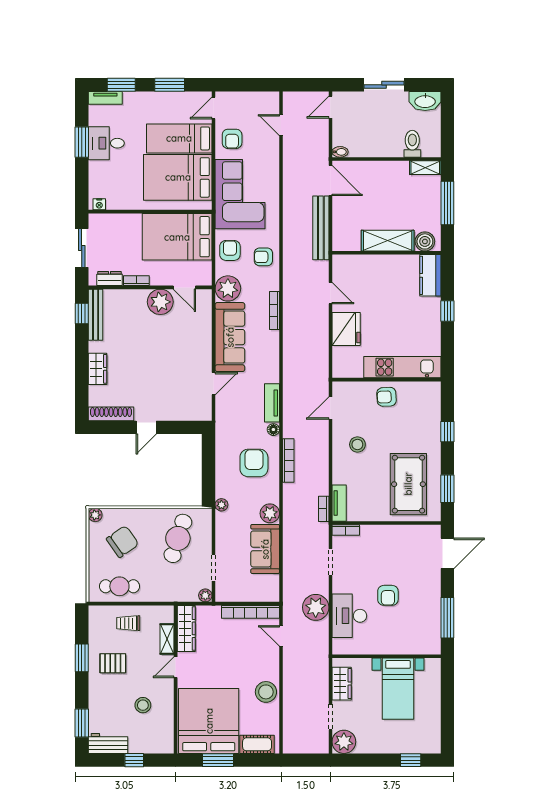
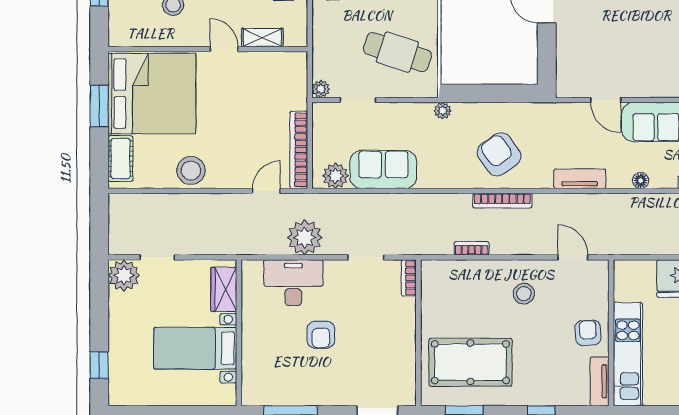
floor lamp: (273, 430) -> (641, 181), moved
armchair: (254, 463) -> (499, 154), turned -125
tv unit: (339, 503) -> (600, 381), moved, turned 90
bookcase: (324, 509) -> (471, 248), moved
plant: (270, 513) -> (335, 176), moved
armchair: (388, 595) -> (321, 335), turned -90
wardrobe: (186, 628) -> (276, 63), removed
wardrobe: (342, 684) -> (224, 289), moved, turned 90

